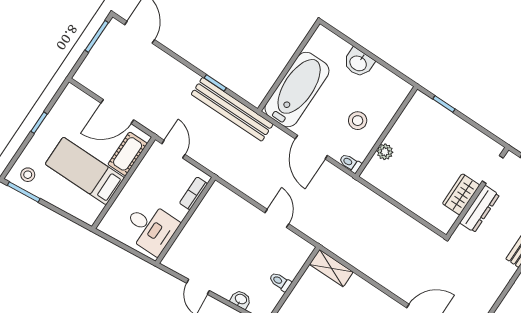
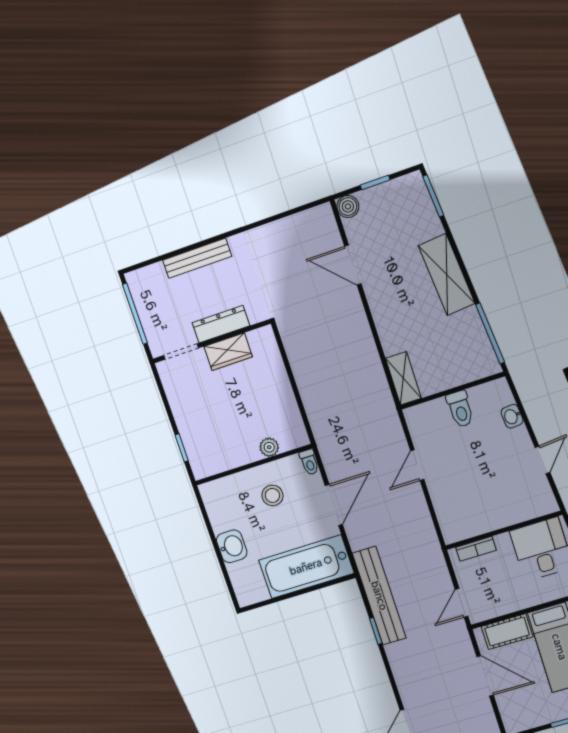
toilet: (280, 282) -> (460, 409), width x1.37, depth x1.39

